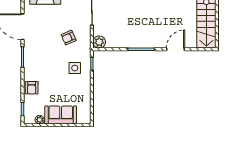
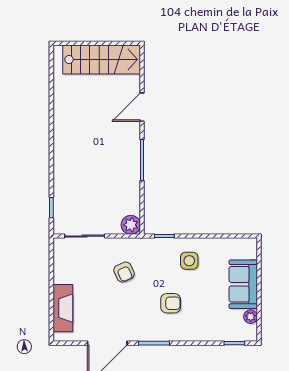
door: (175, 49) -> (142, 107), hinge flipped
side table: (75, 68) -> (189, 261), moved
armchair: (32, 88) -> (171, 303), moved

